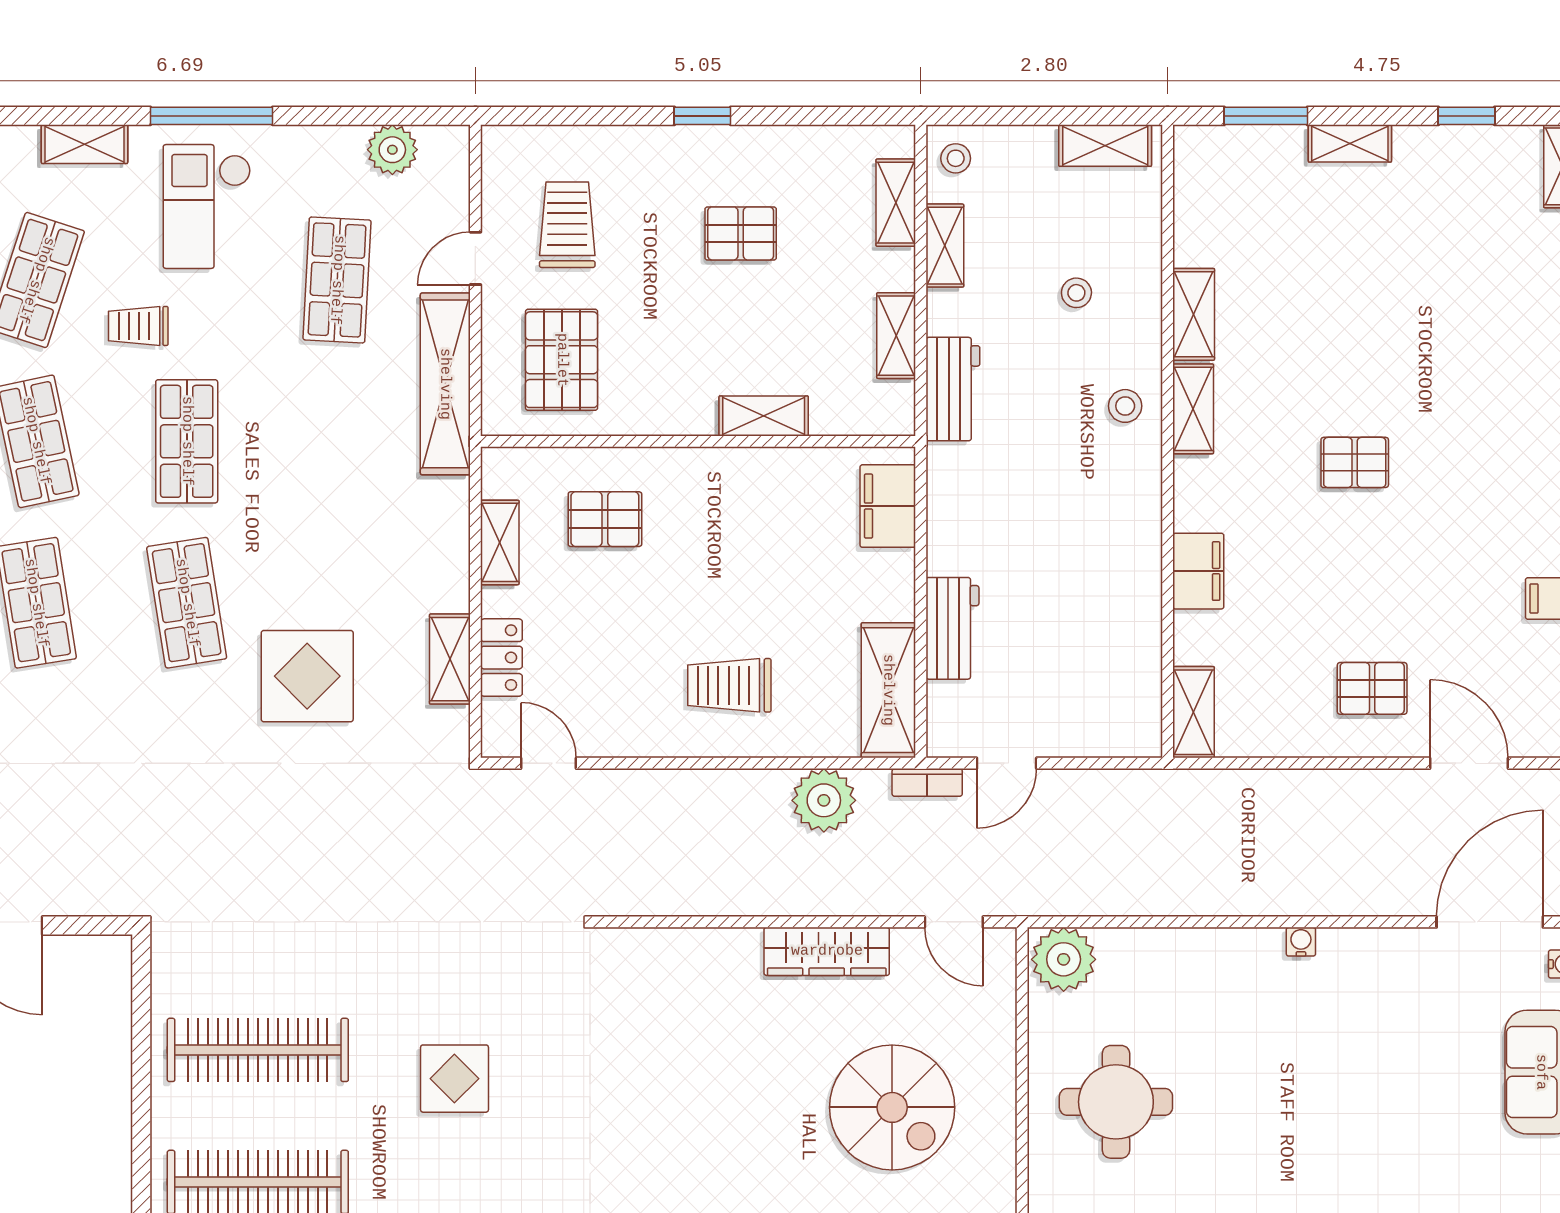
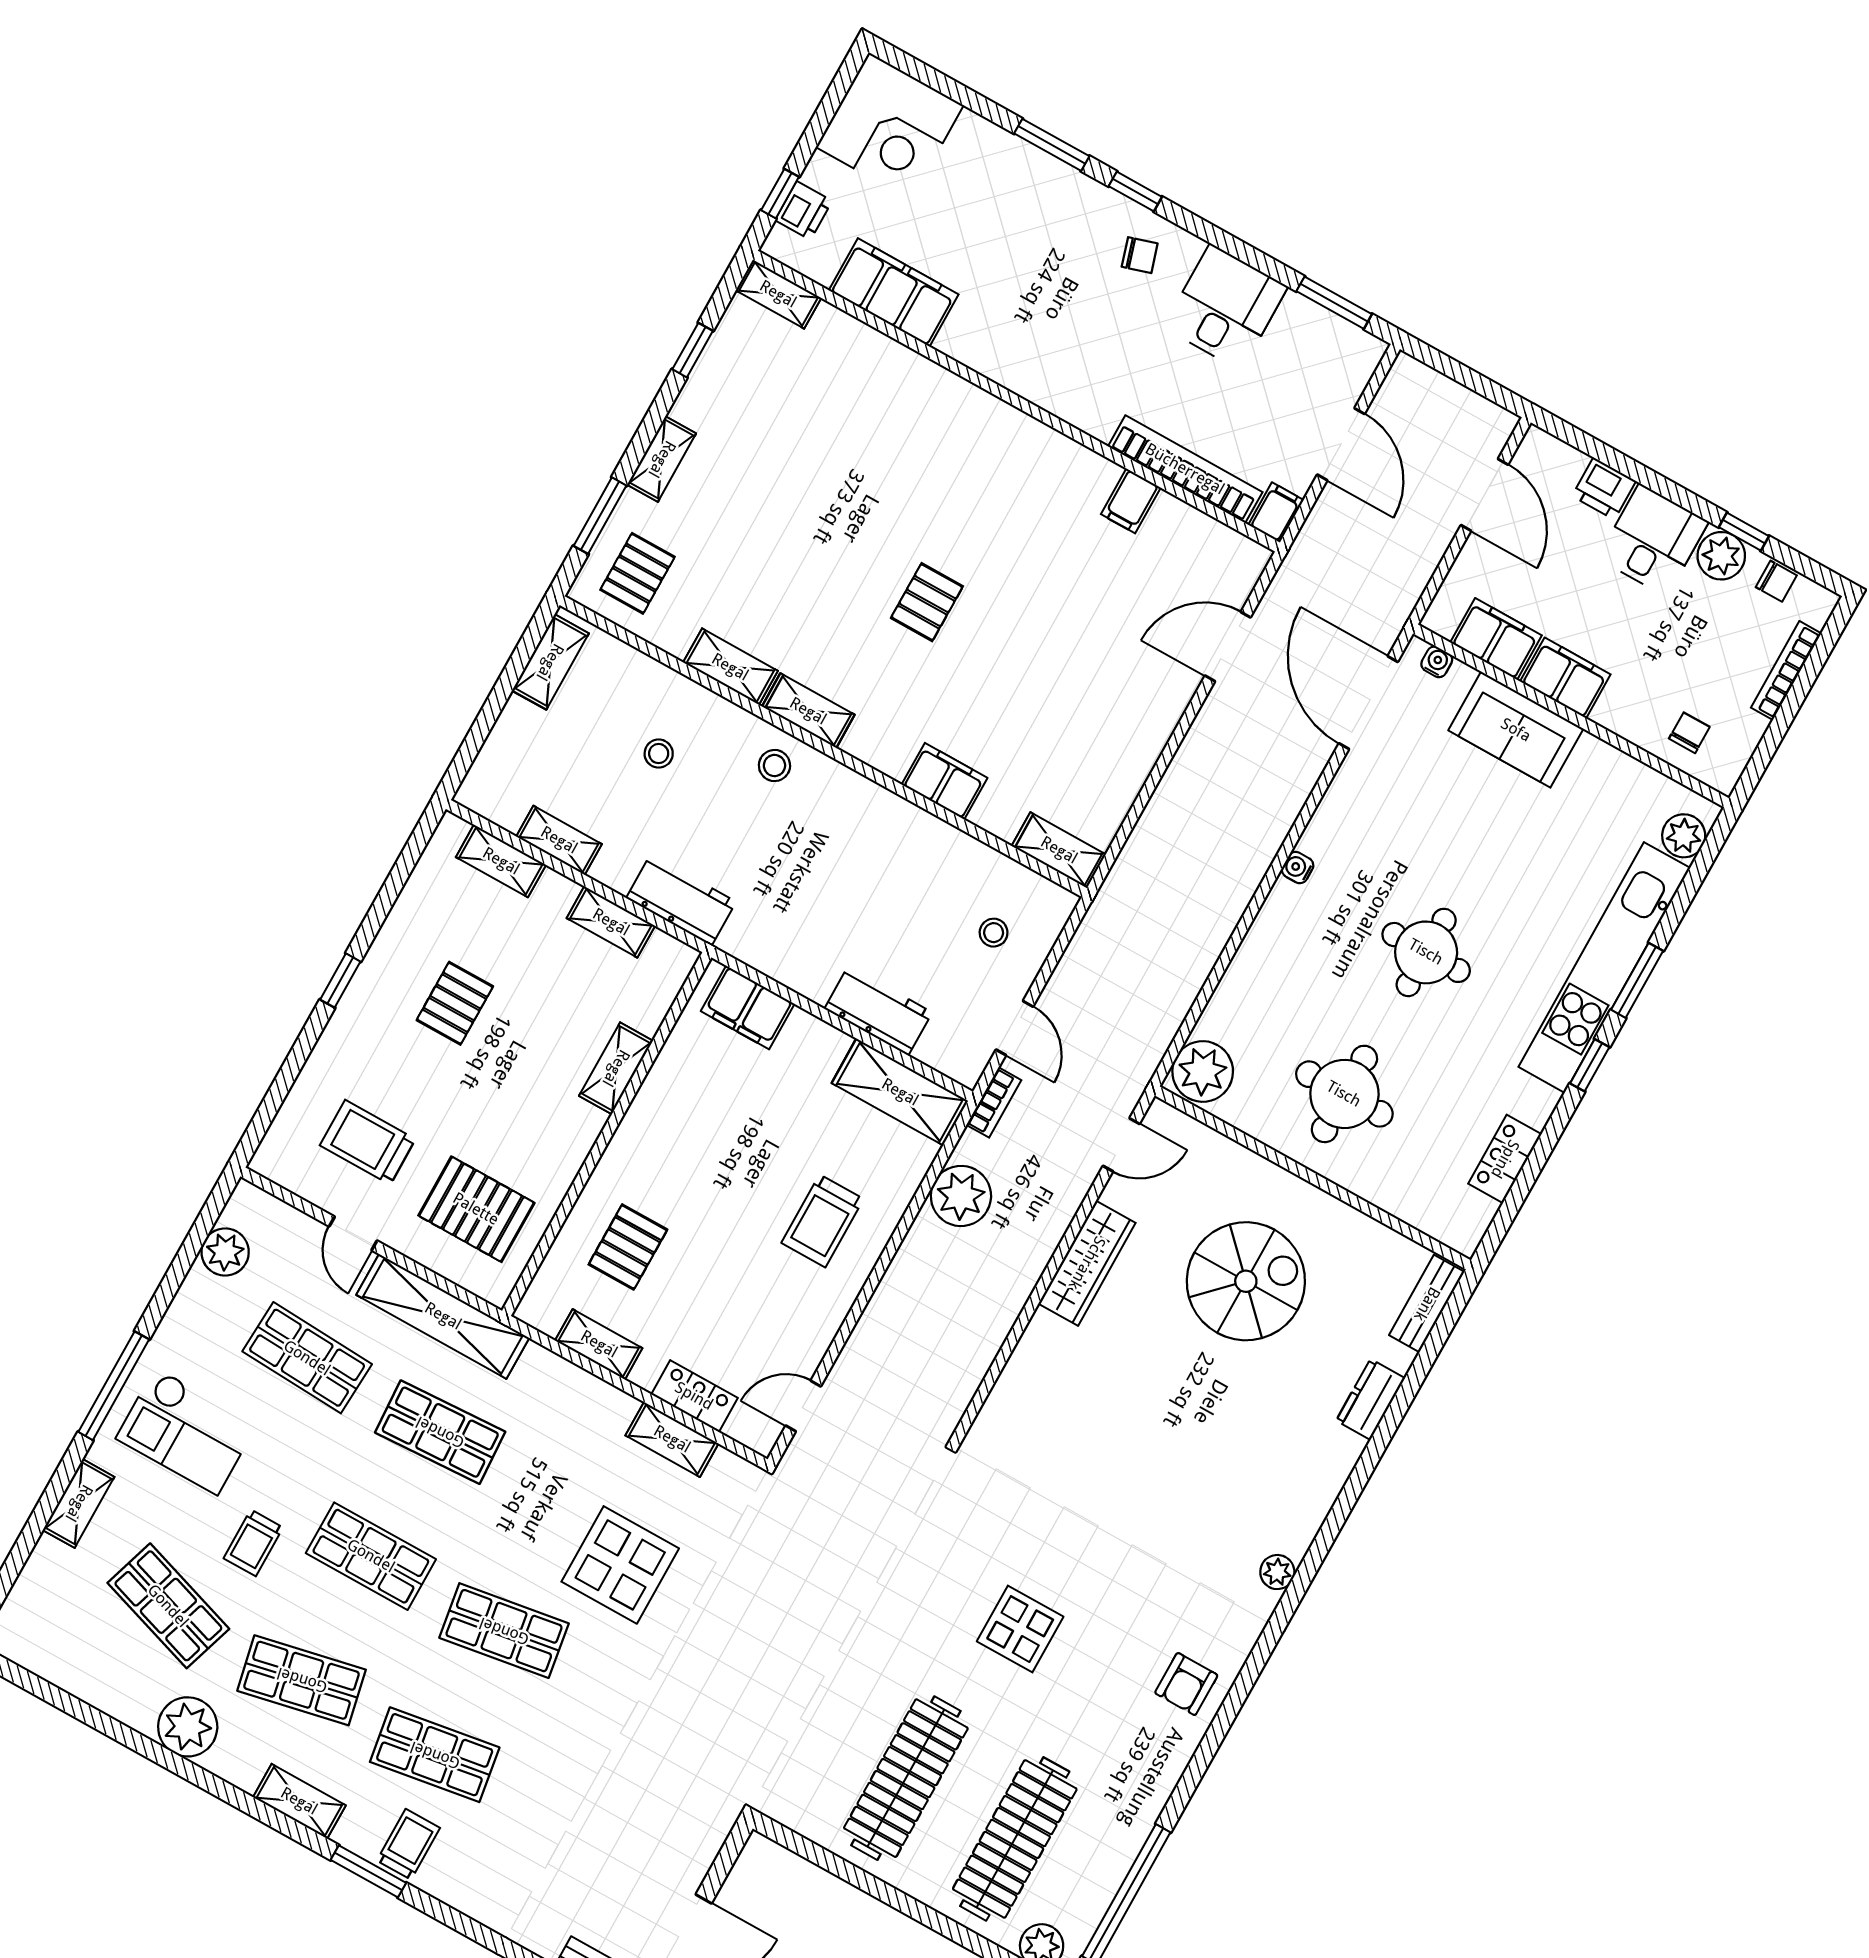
stool: (956, 158) -> (994, 933), moved
shop shelf: (337, 441) -> (440, 1432), added
pallet: (1372, 688) -> (637, 573), moved
round table: (1289, 1104) -> (1426, 952), added

